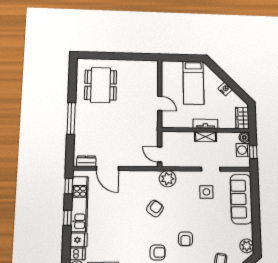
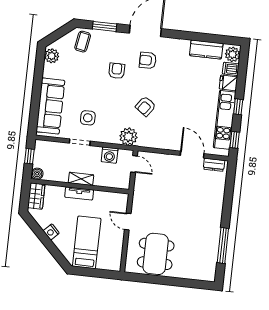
dining table: (101, 85) -> (156, 254), moved
window: (71, 118) -> (223, 245), moved
washing machine: (243, 150) -> (110, 155), moved, turned 90

